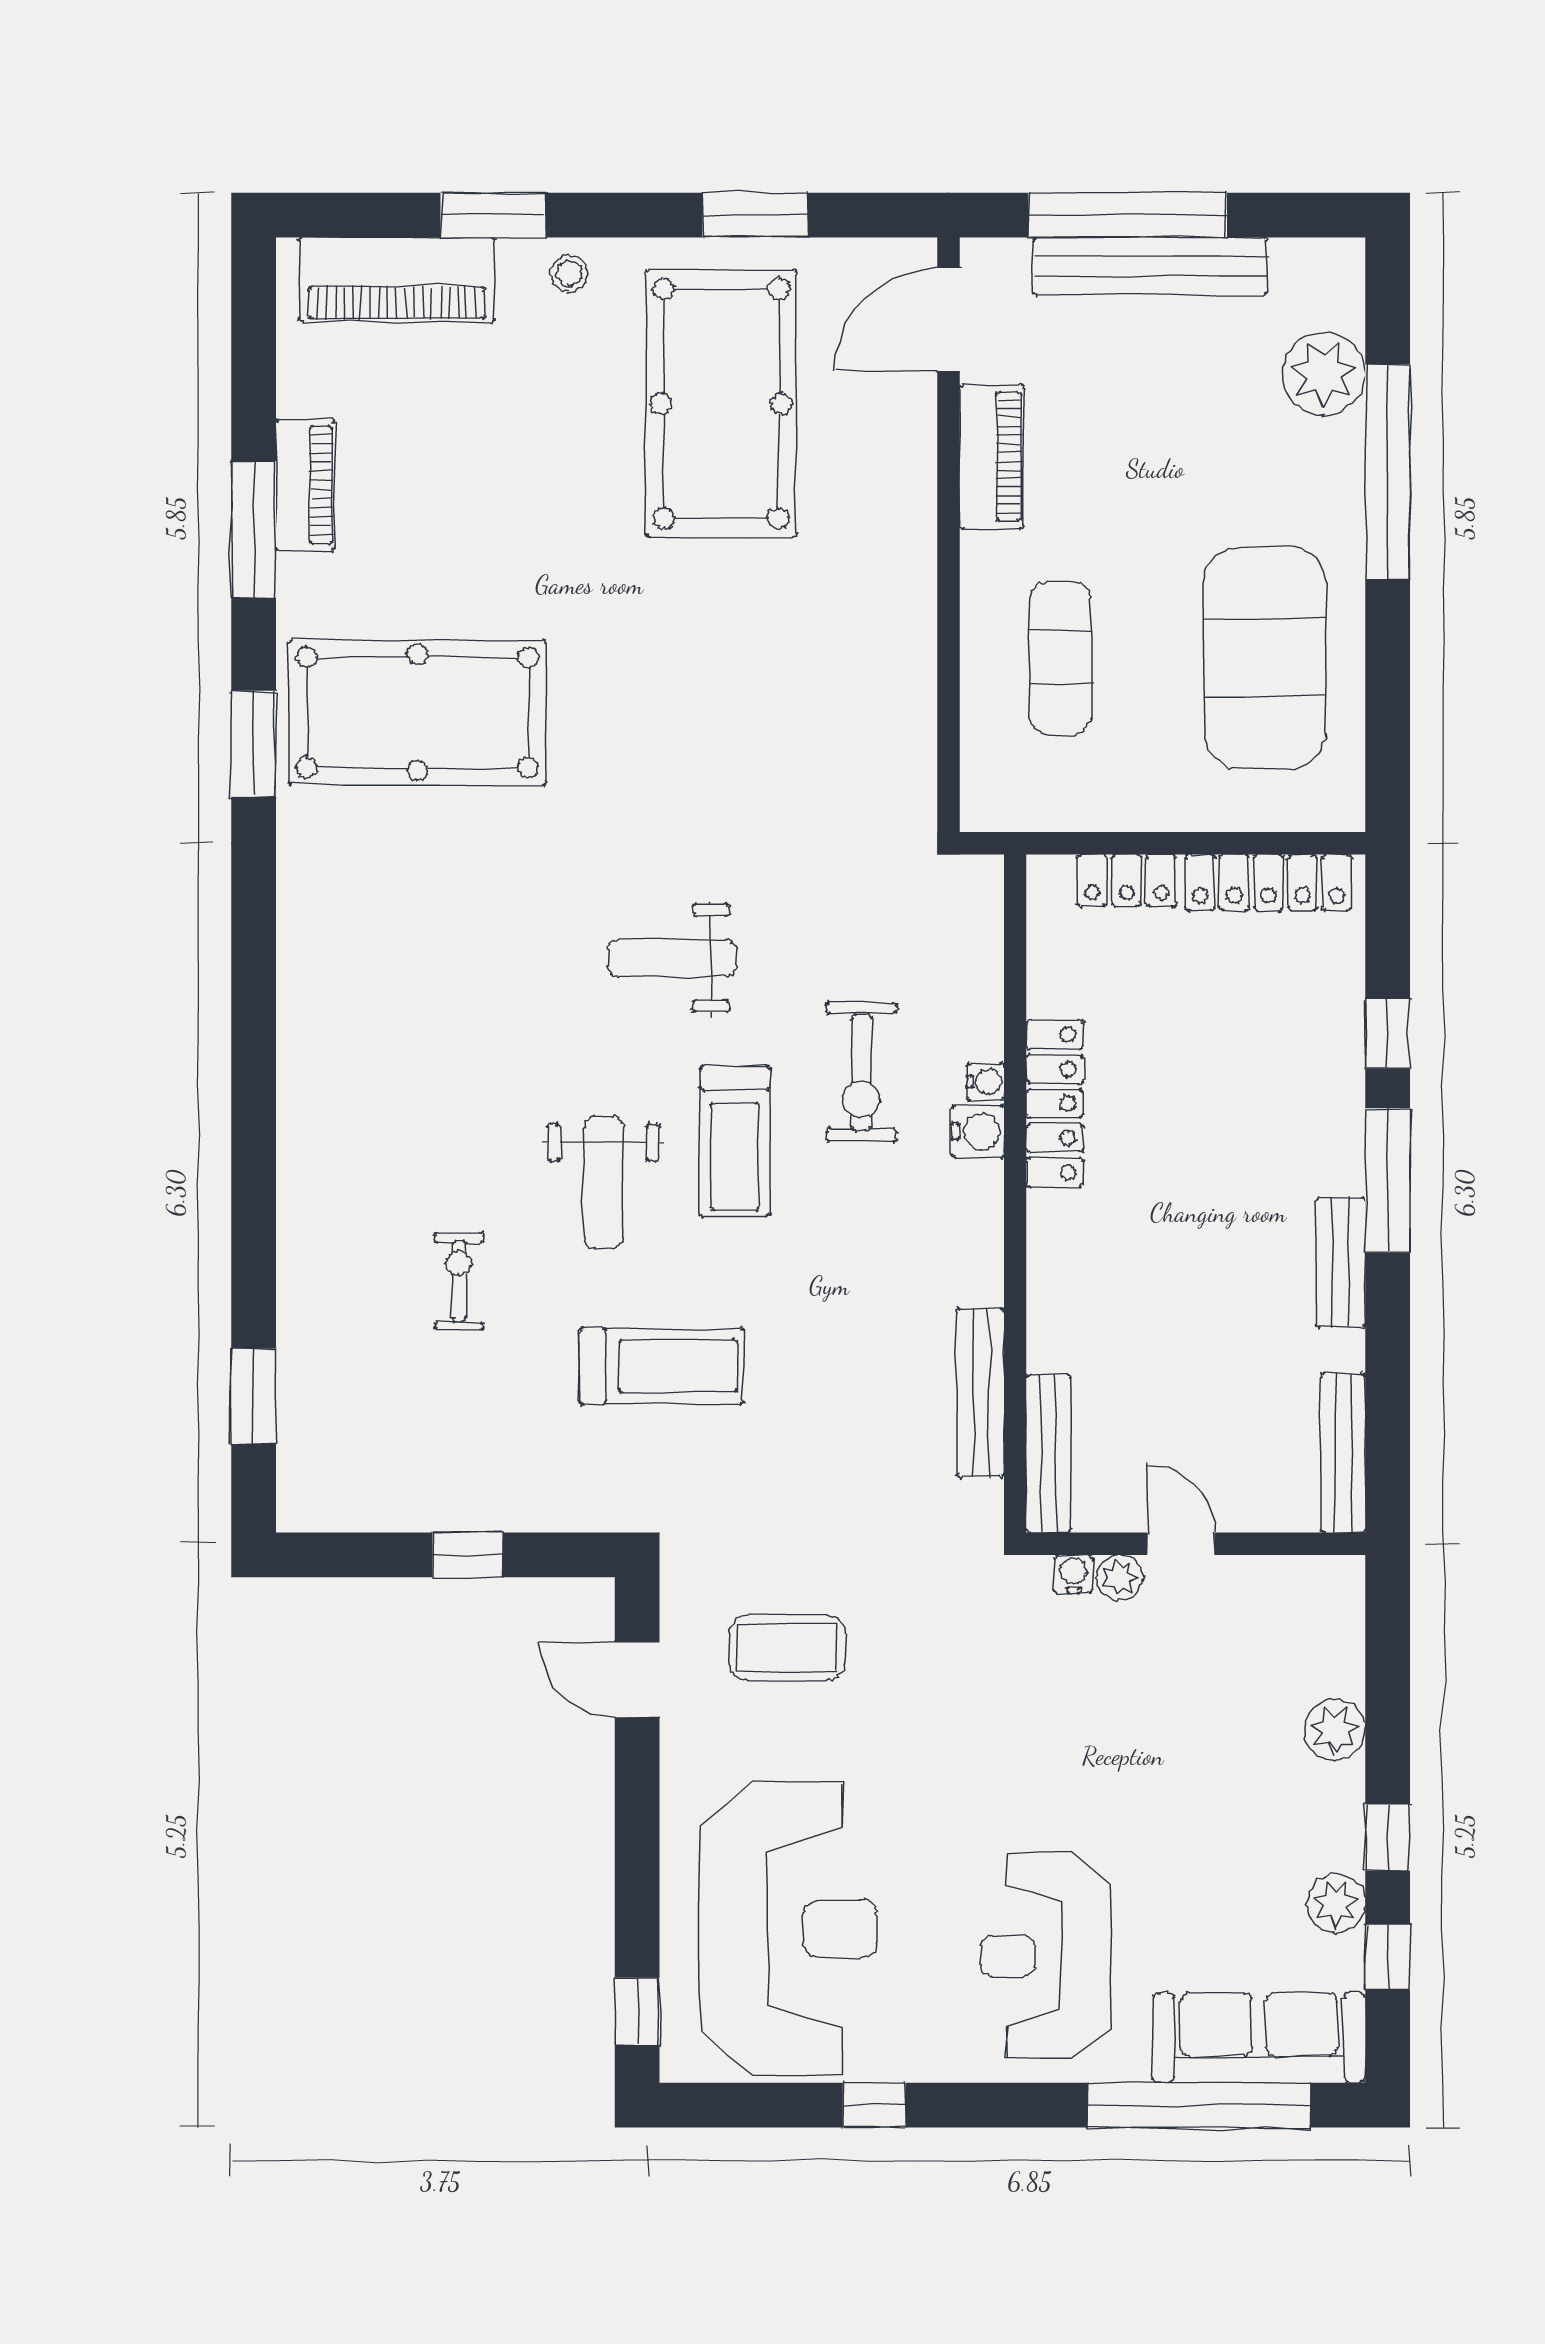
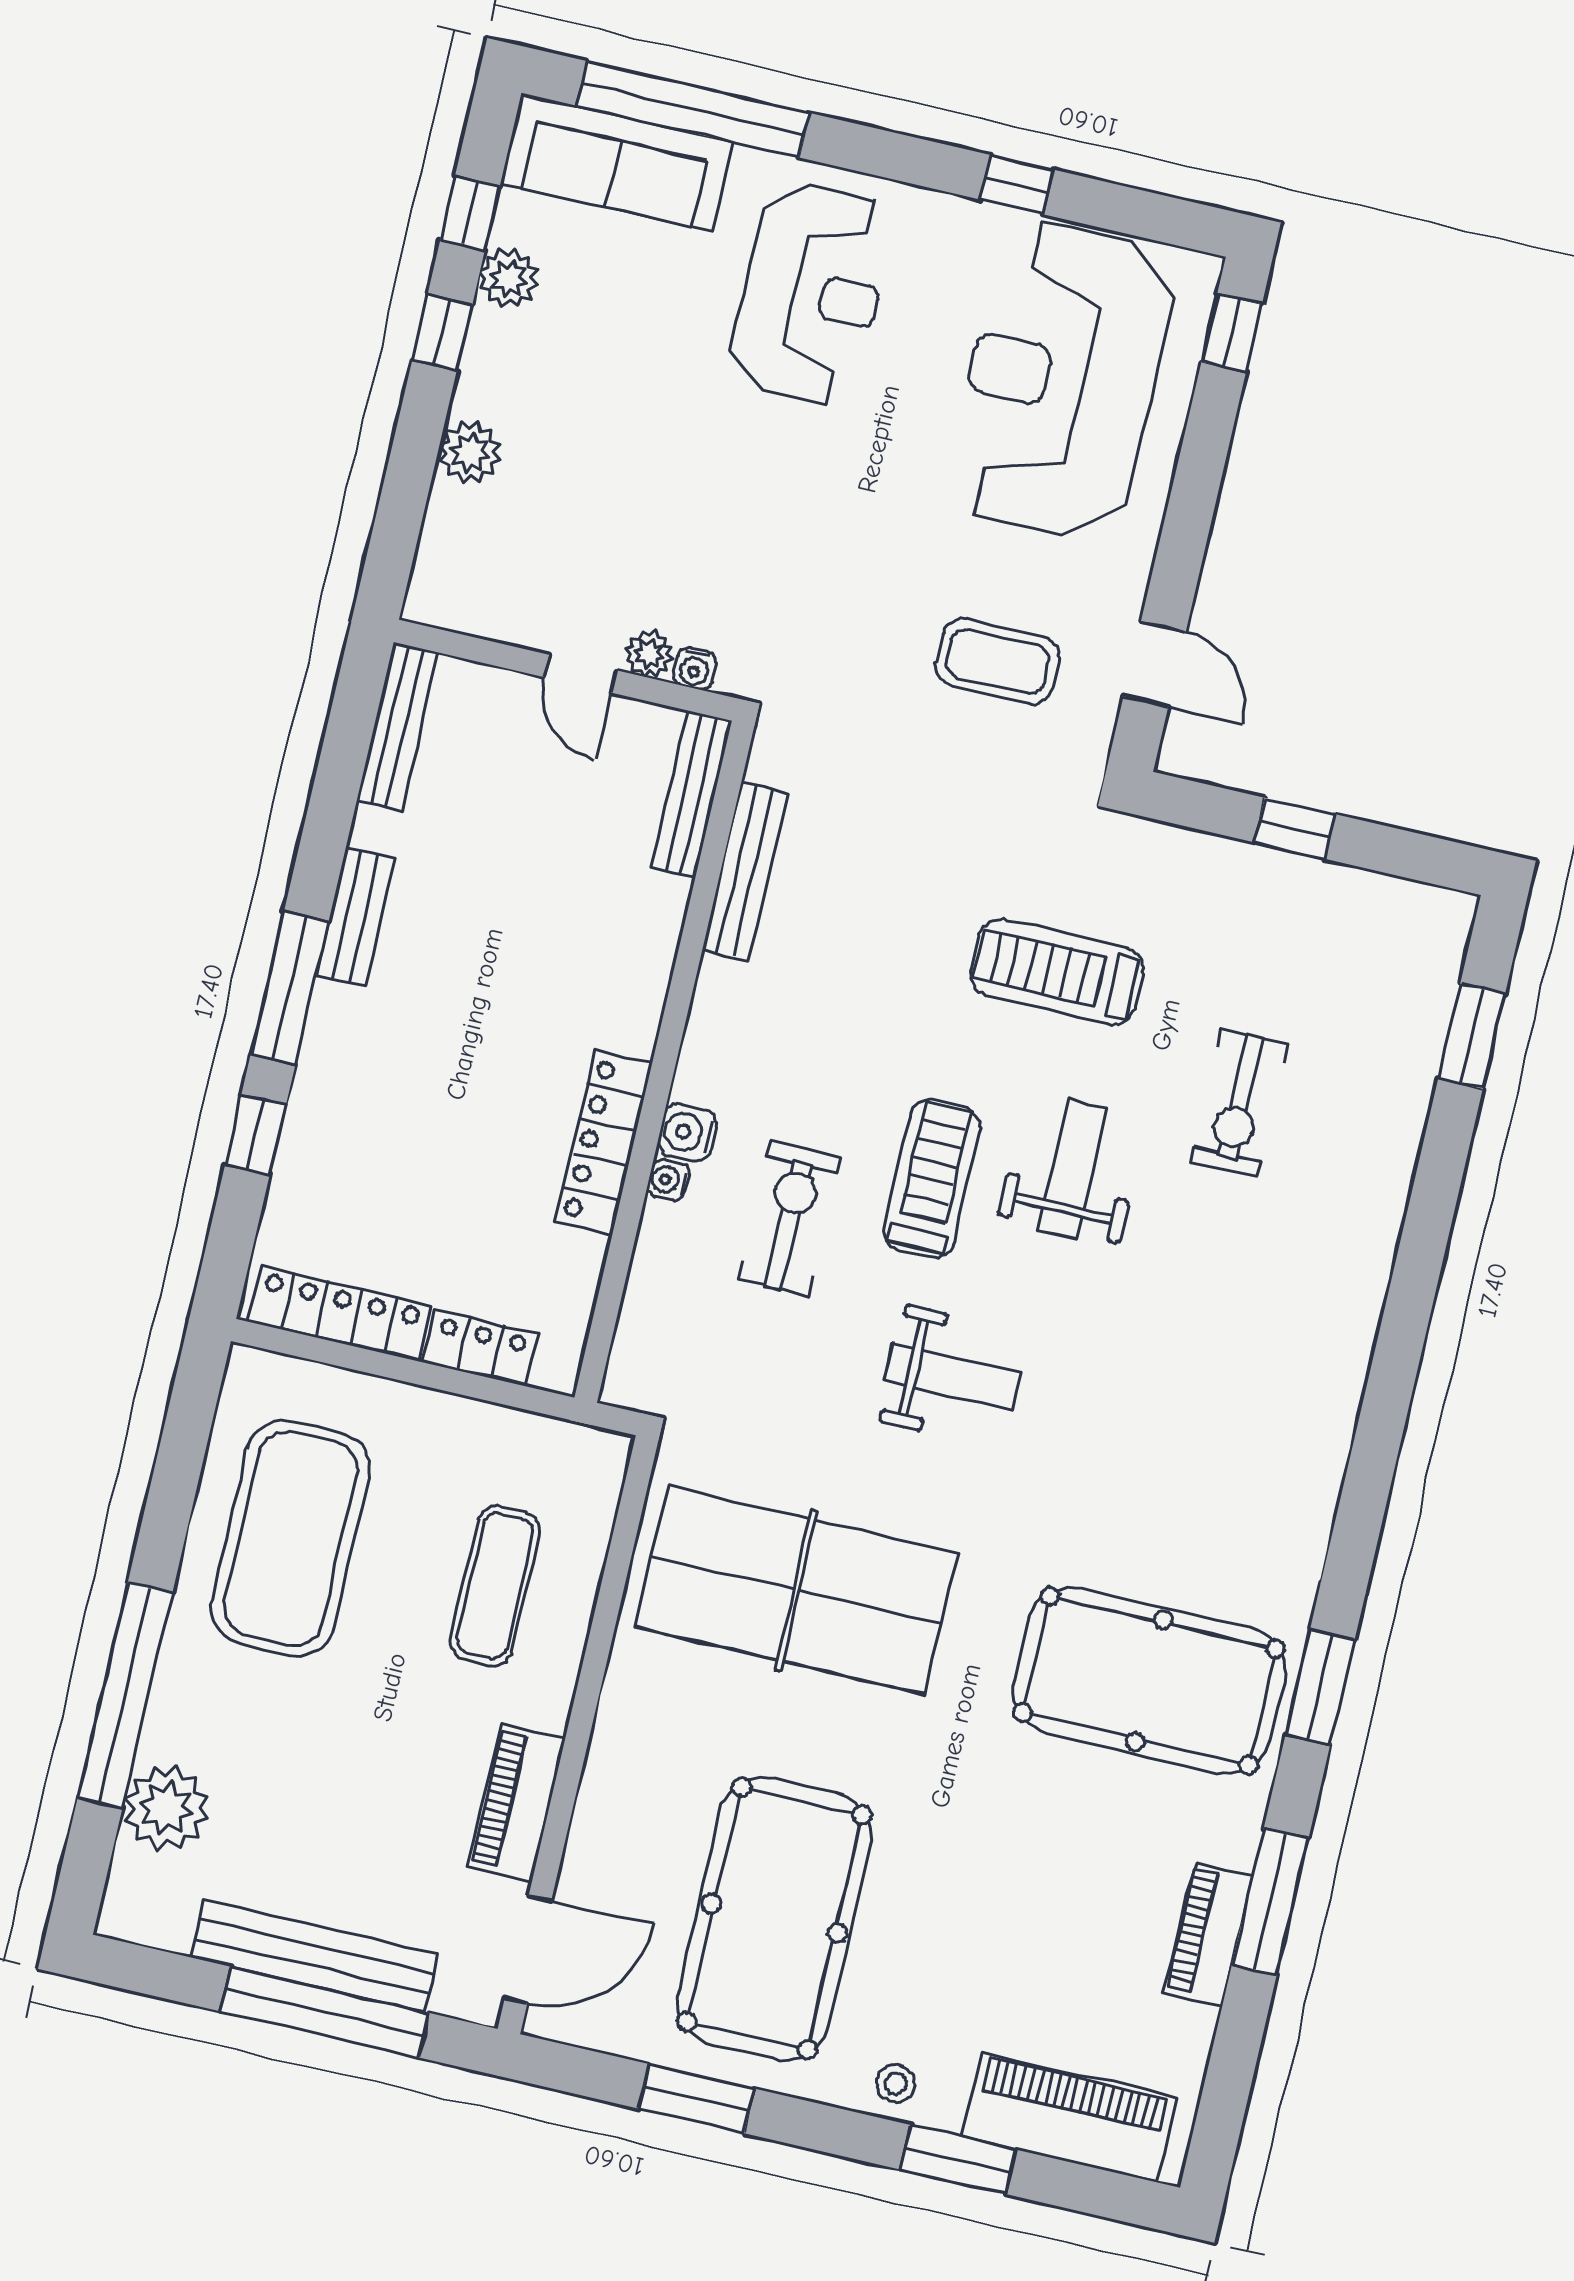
table tennis table: (773, 720) -> (796, 1590), added
exercise bike: (459, 1281) -> (1240, 1103), width x1.38, depth x1.39

